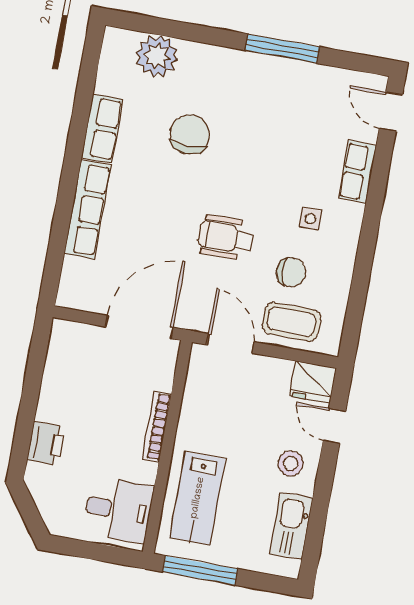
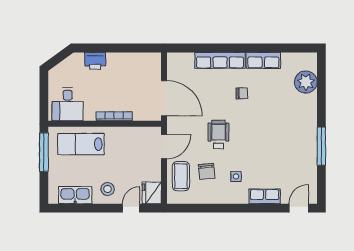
chair: (190, 134) -> (242, 93), moved, width x0.54, depth x0.54

